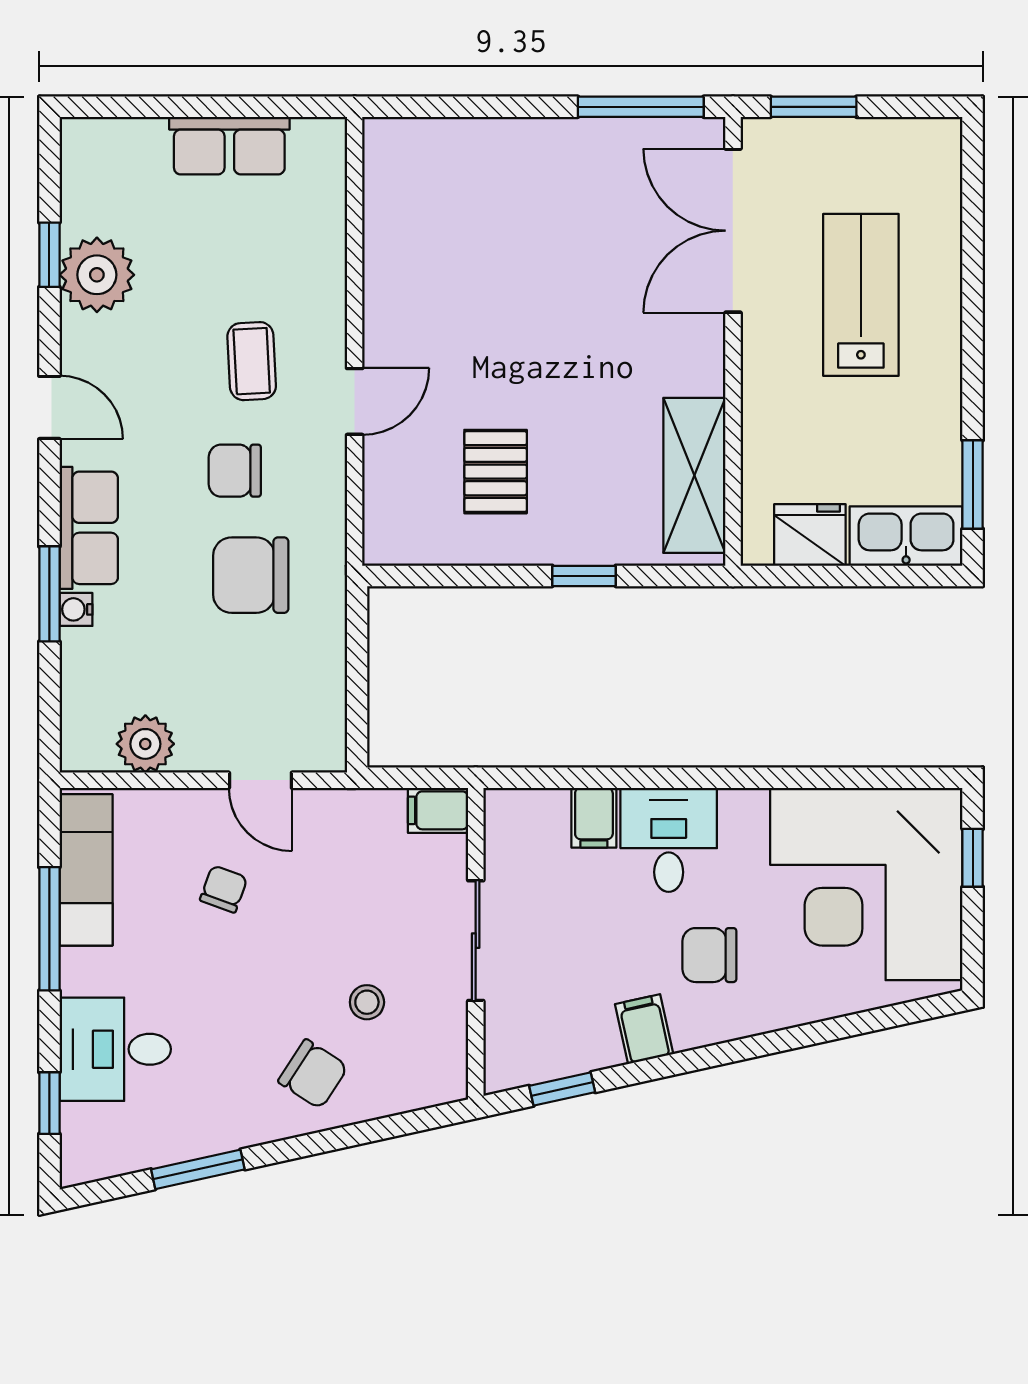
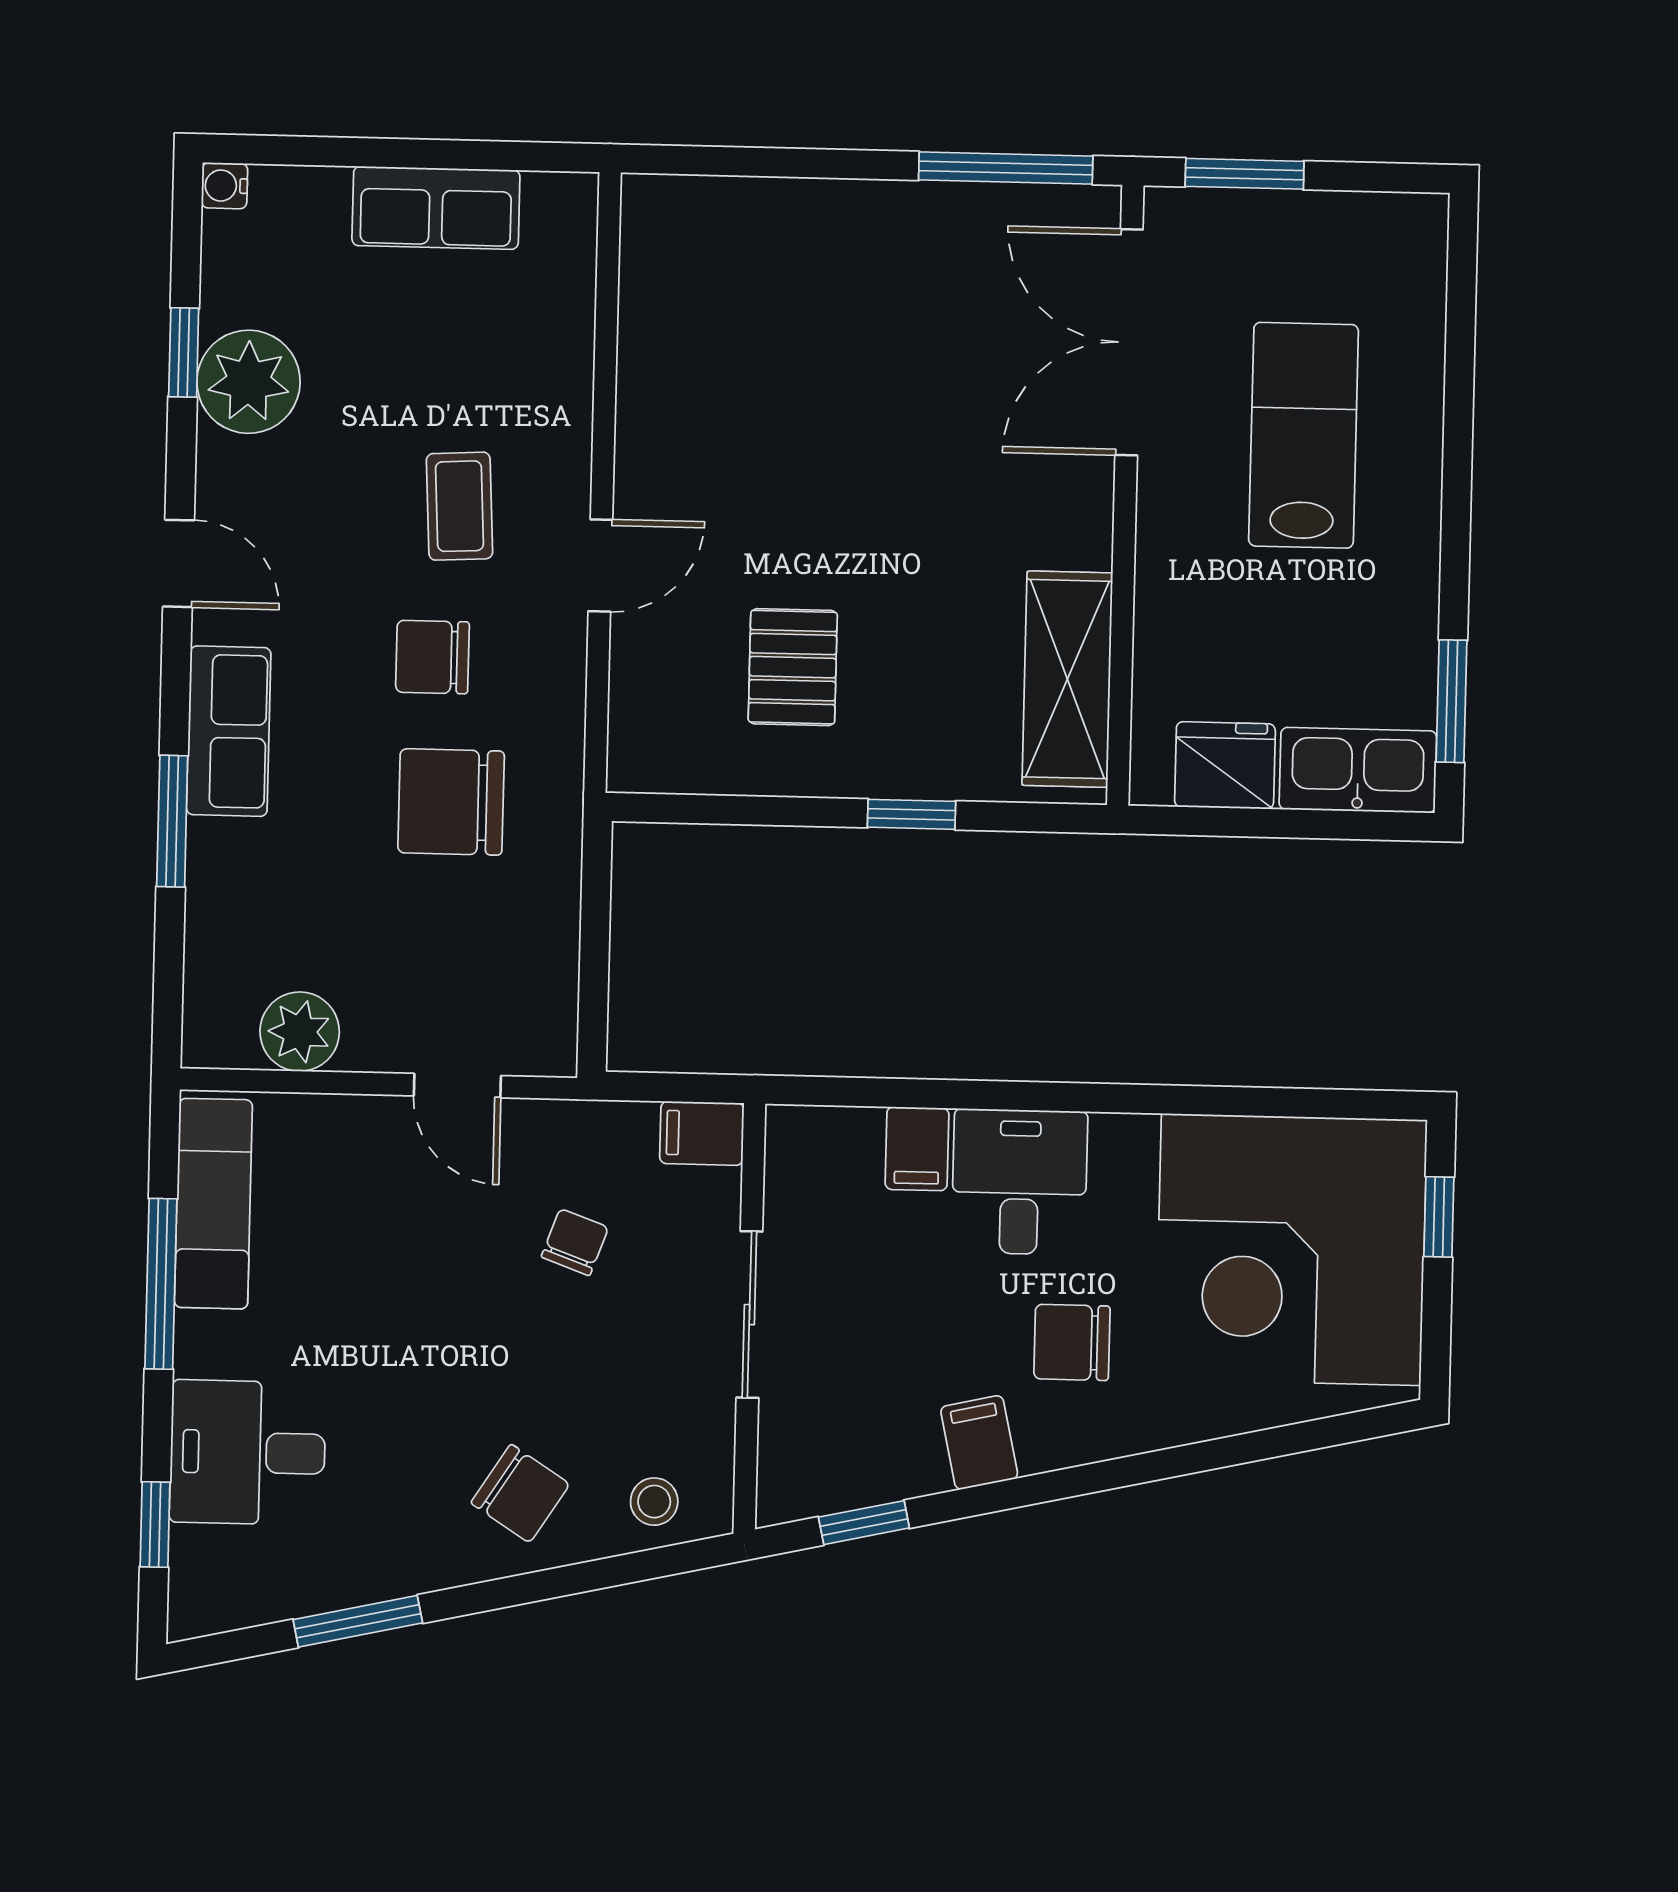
water cooler: (76, 609) -> (224, 186), moved
chair: (224, 889) -> (575, 1242), moved
stool: (367, 1002) -> (654, 1502), moved

